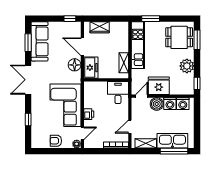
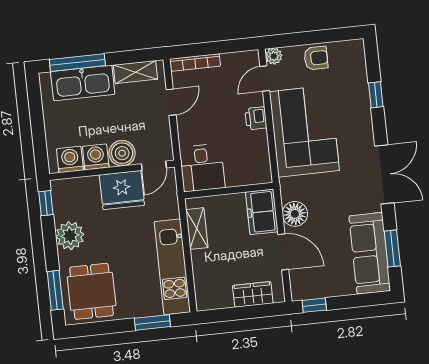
dining table: (179, 37) -> (92, 291), turned 90

